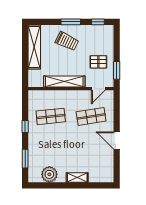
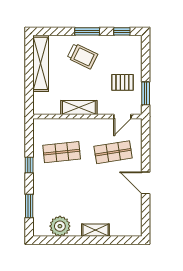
shelving: (64, 81) -> (79, 107), width x0.68

